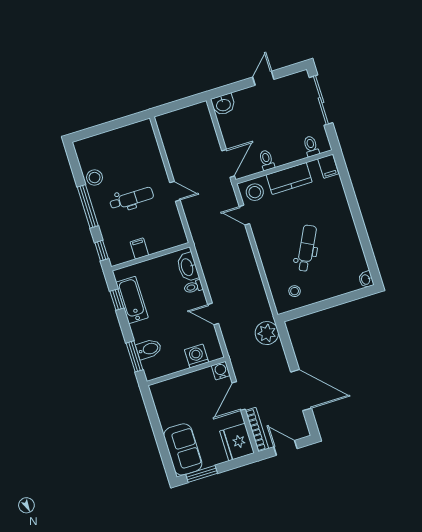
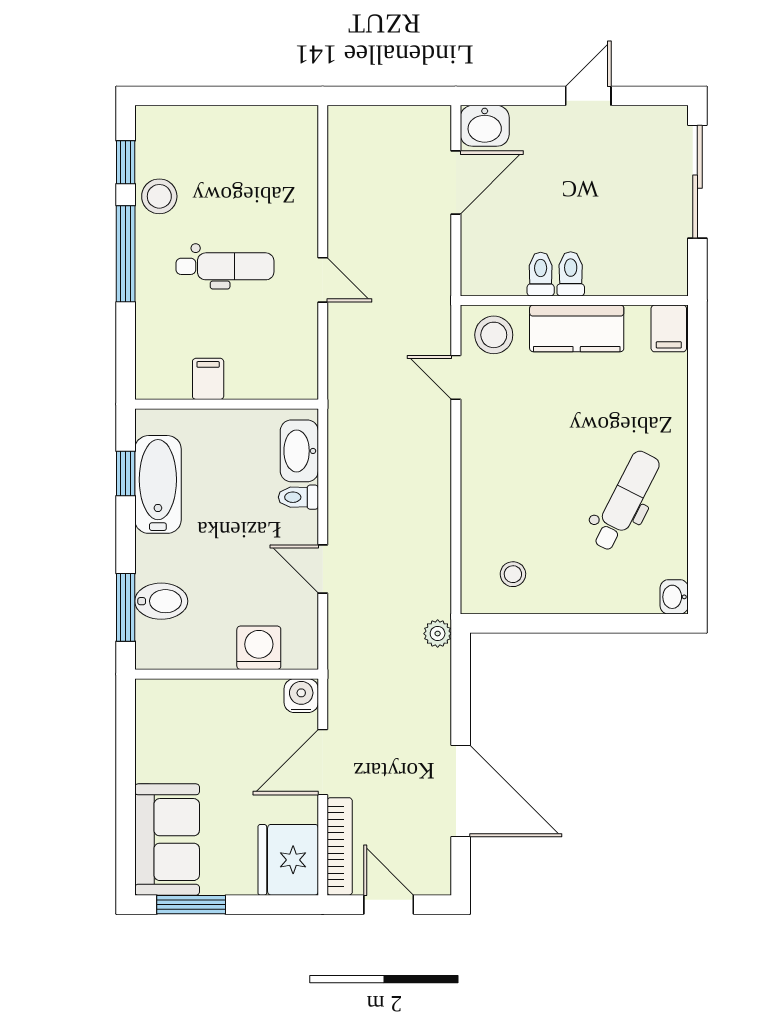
toilet: (311, 146) -> (571, 274), moved
door: (228, 163) -> (456, 183), moved
dental chair: (307, 248) -> (626, 501), moved
window: (102, 251) -> (126, 162), moved
plant: (267, 333) -> (438, 634), width x0.53, depth x0.53

